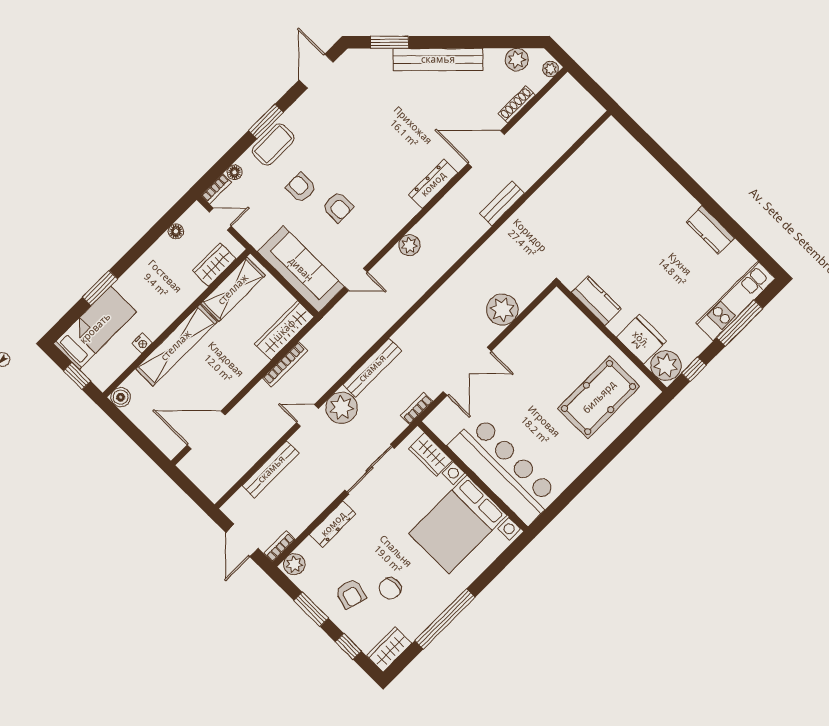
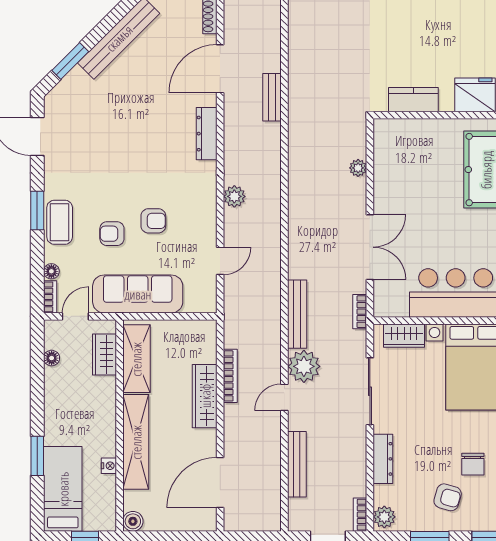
sofa: (301, 269) -> (138, 294), moved
plant: (502, 310) -> (358, 168), width x0.53, depth x0.53
wardrobe: (284, 330) -> (205, 396), moved

